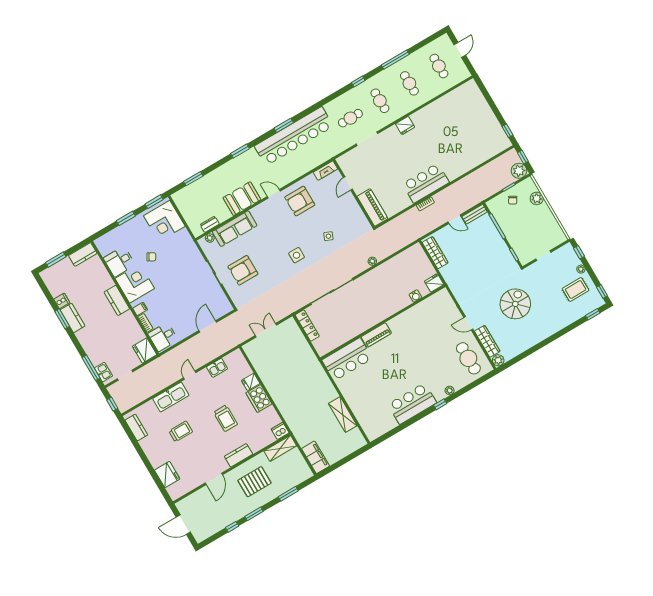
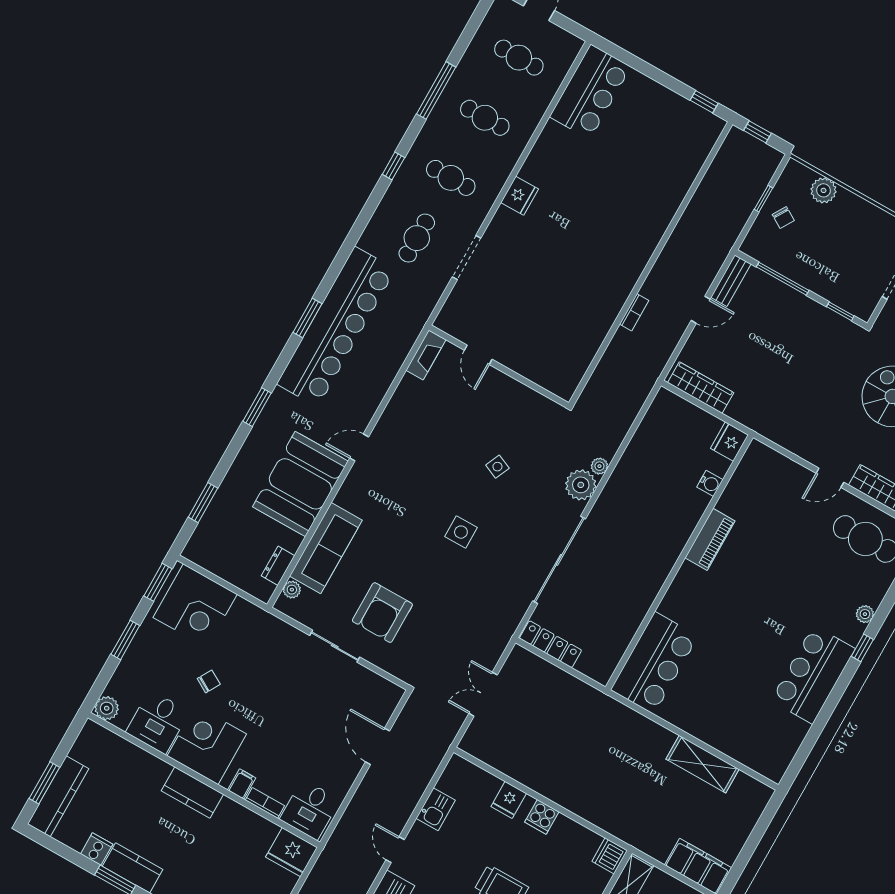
plant: (519, 171) -> (581, 485), moved
bar counter: (426, 183) -> (590, 92), moved, turned 180
booth: (242, 199) -> (300, 484), width x1.36, depth x1.42
armchair: (300, 201) -> (412, 434), removed
piano: (372, 207) -> (545, 372), removed
plant: (101, 243) -> (107, 708), added
kitchen counter: (83, 254) -> (58, 796), moved, width x1.50
piano: (376, 335) -> (710, 539), moved
cooker: (259, 398) -> (542, 817), width x0.53, depth x0.76

